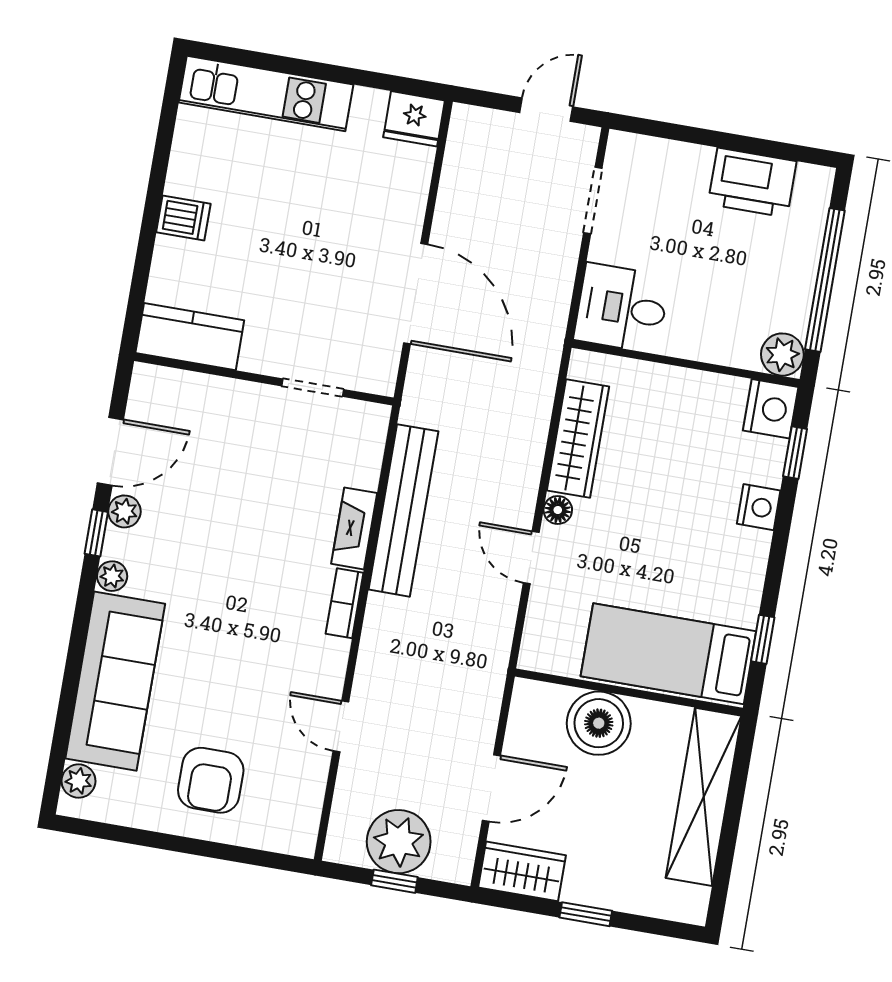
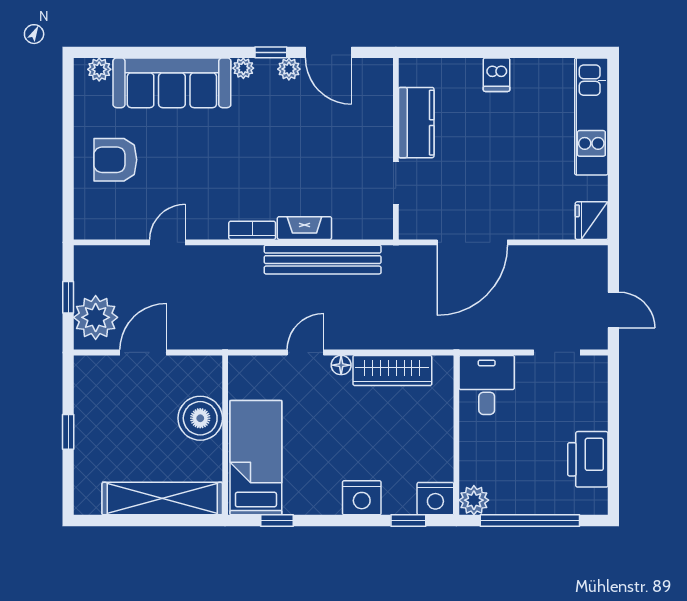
kitchen counter: (190, 337) -> (416, 123), moved
nightstand: (759, 507) -> (362, 498), width x1.36, depth x1.33
door: (491, 788) -> (143, 352), swing flipped
plant: (399, 842) -> (96, 317), moved
wardrobe: (522, 871) -> (90, 383), removed

